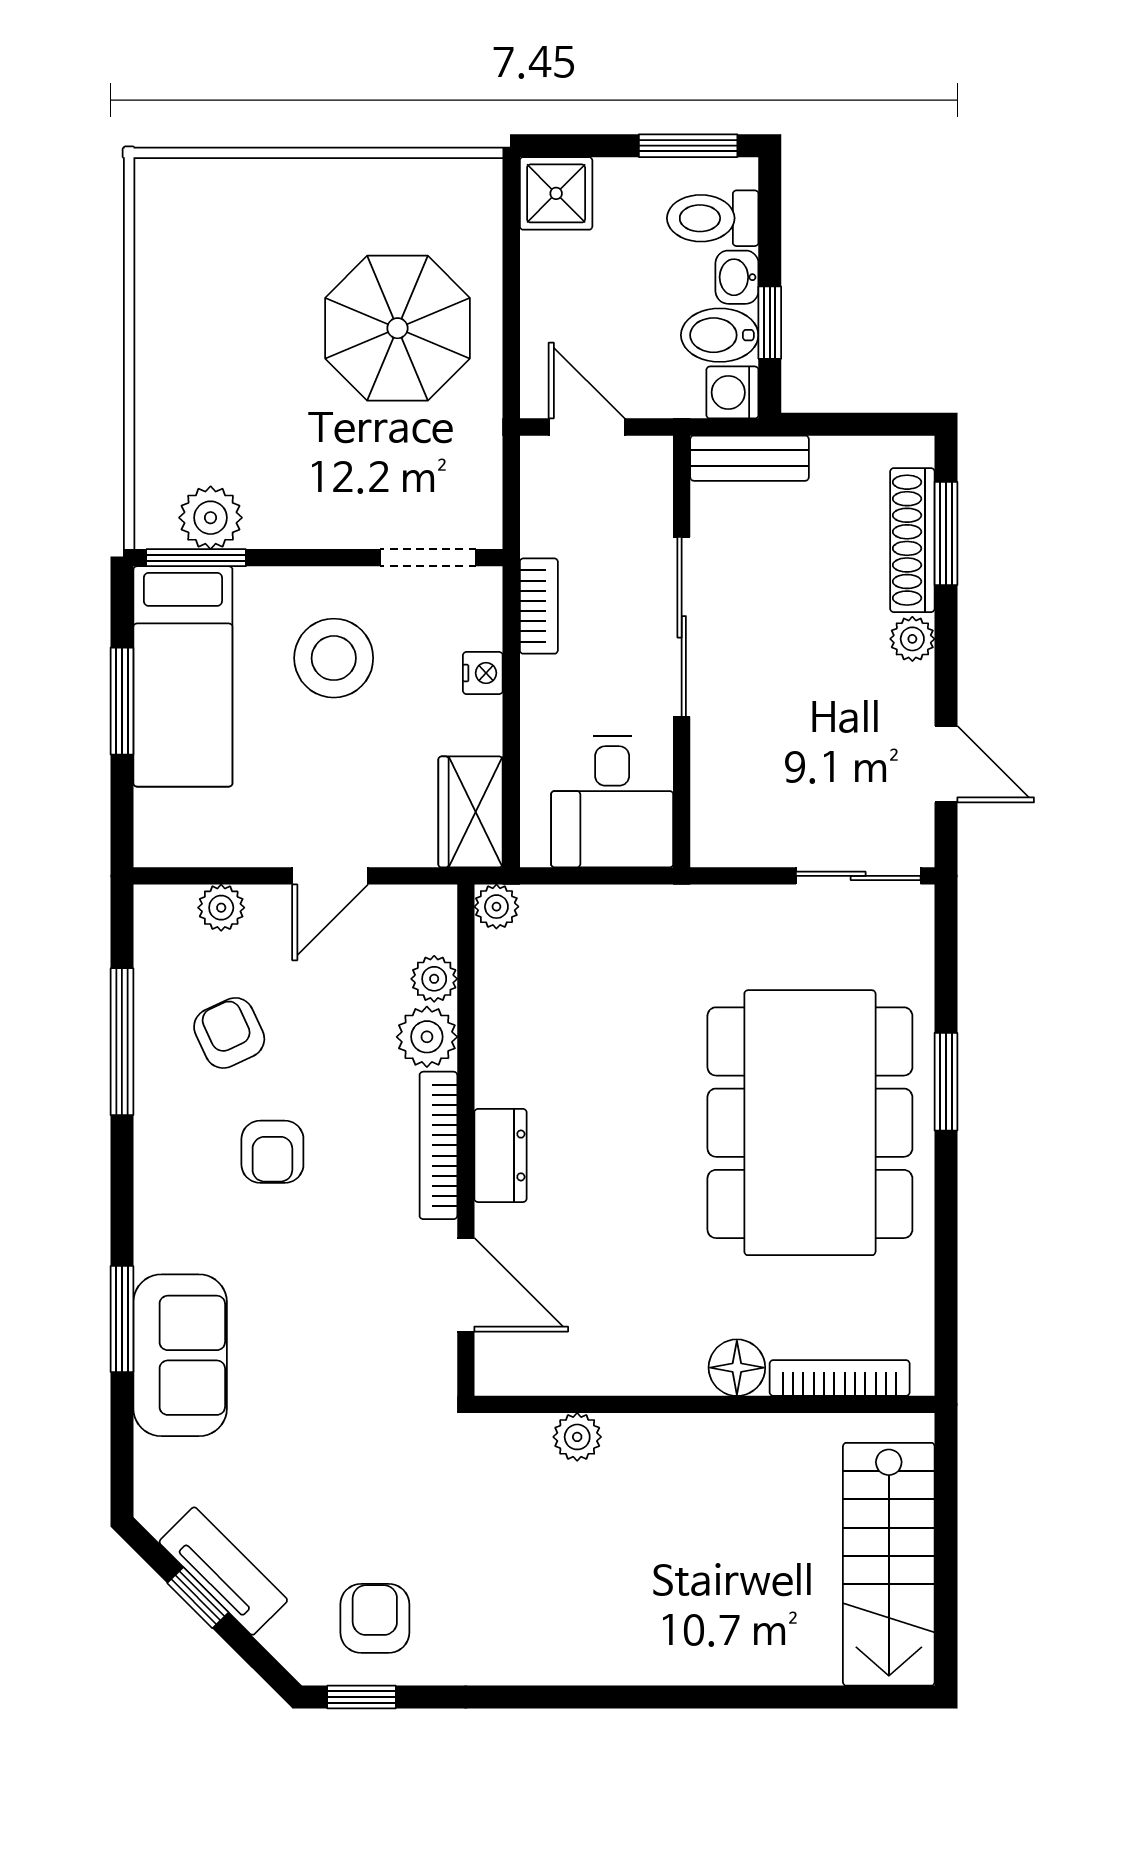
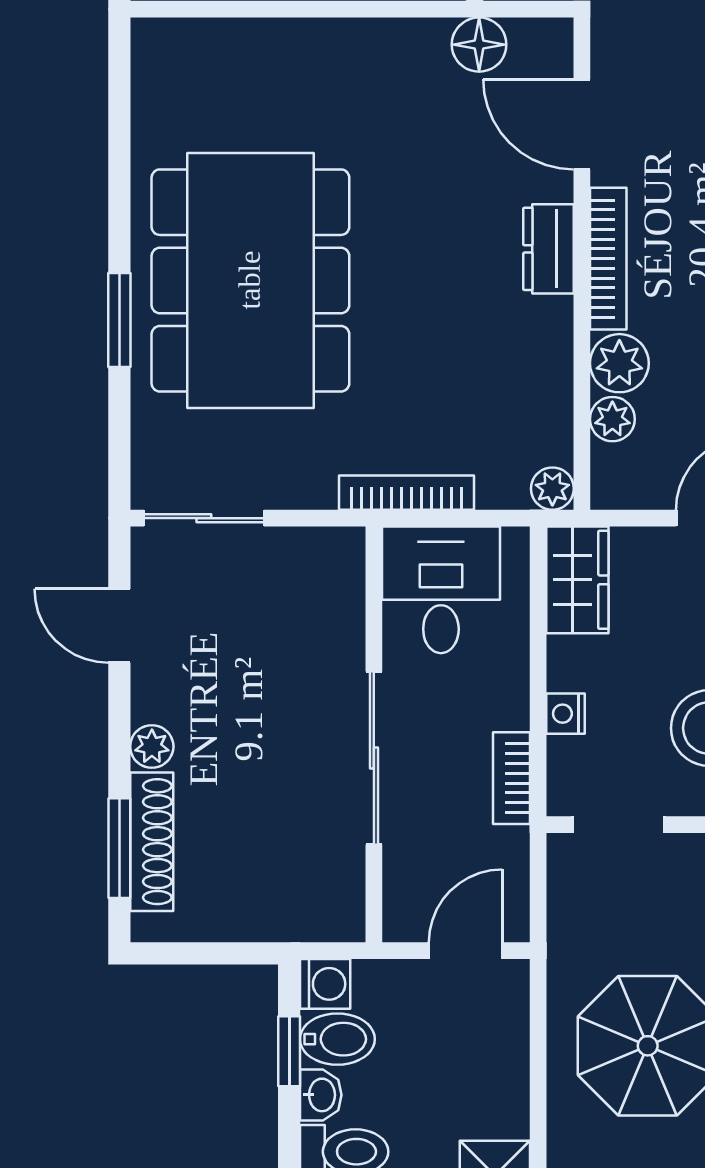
door: (587, 427) -> (465, 951), swing flipped
bench: (750, 458) -> (309, 921), removed
floor lamp: (737, 1368) -> (479, 45), moved
bookcase: (840, 1378) -> (407, 493), moved, turned 180

